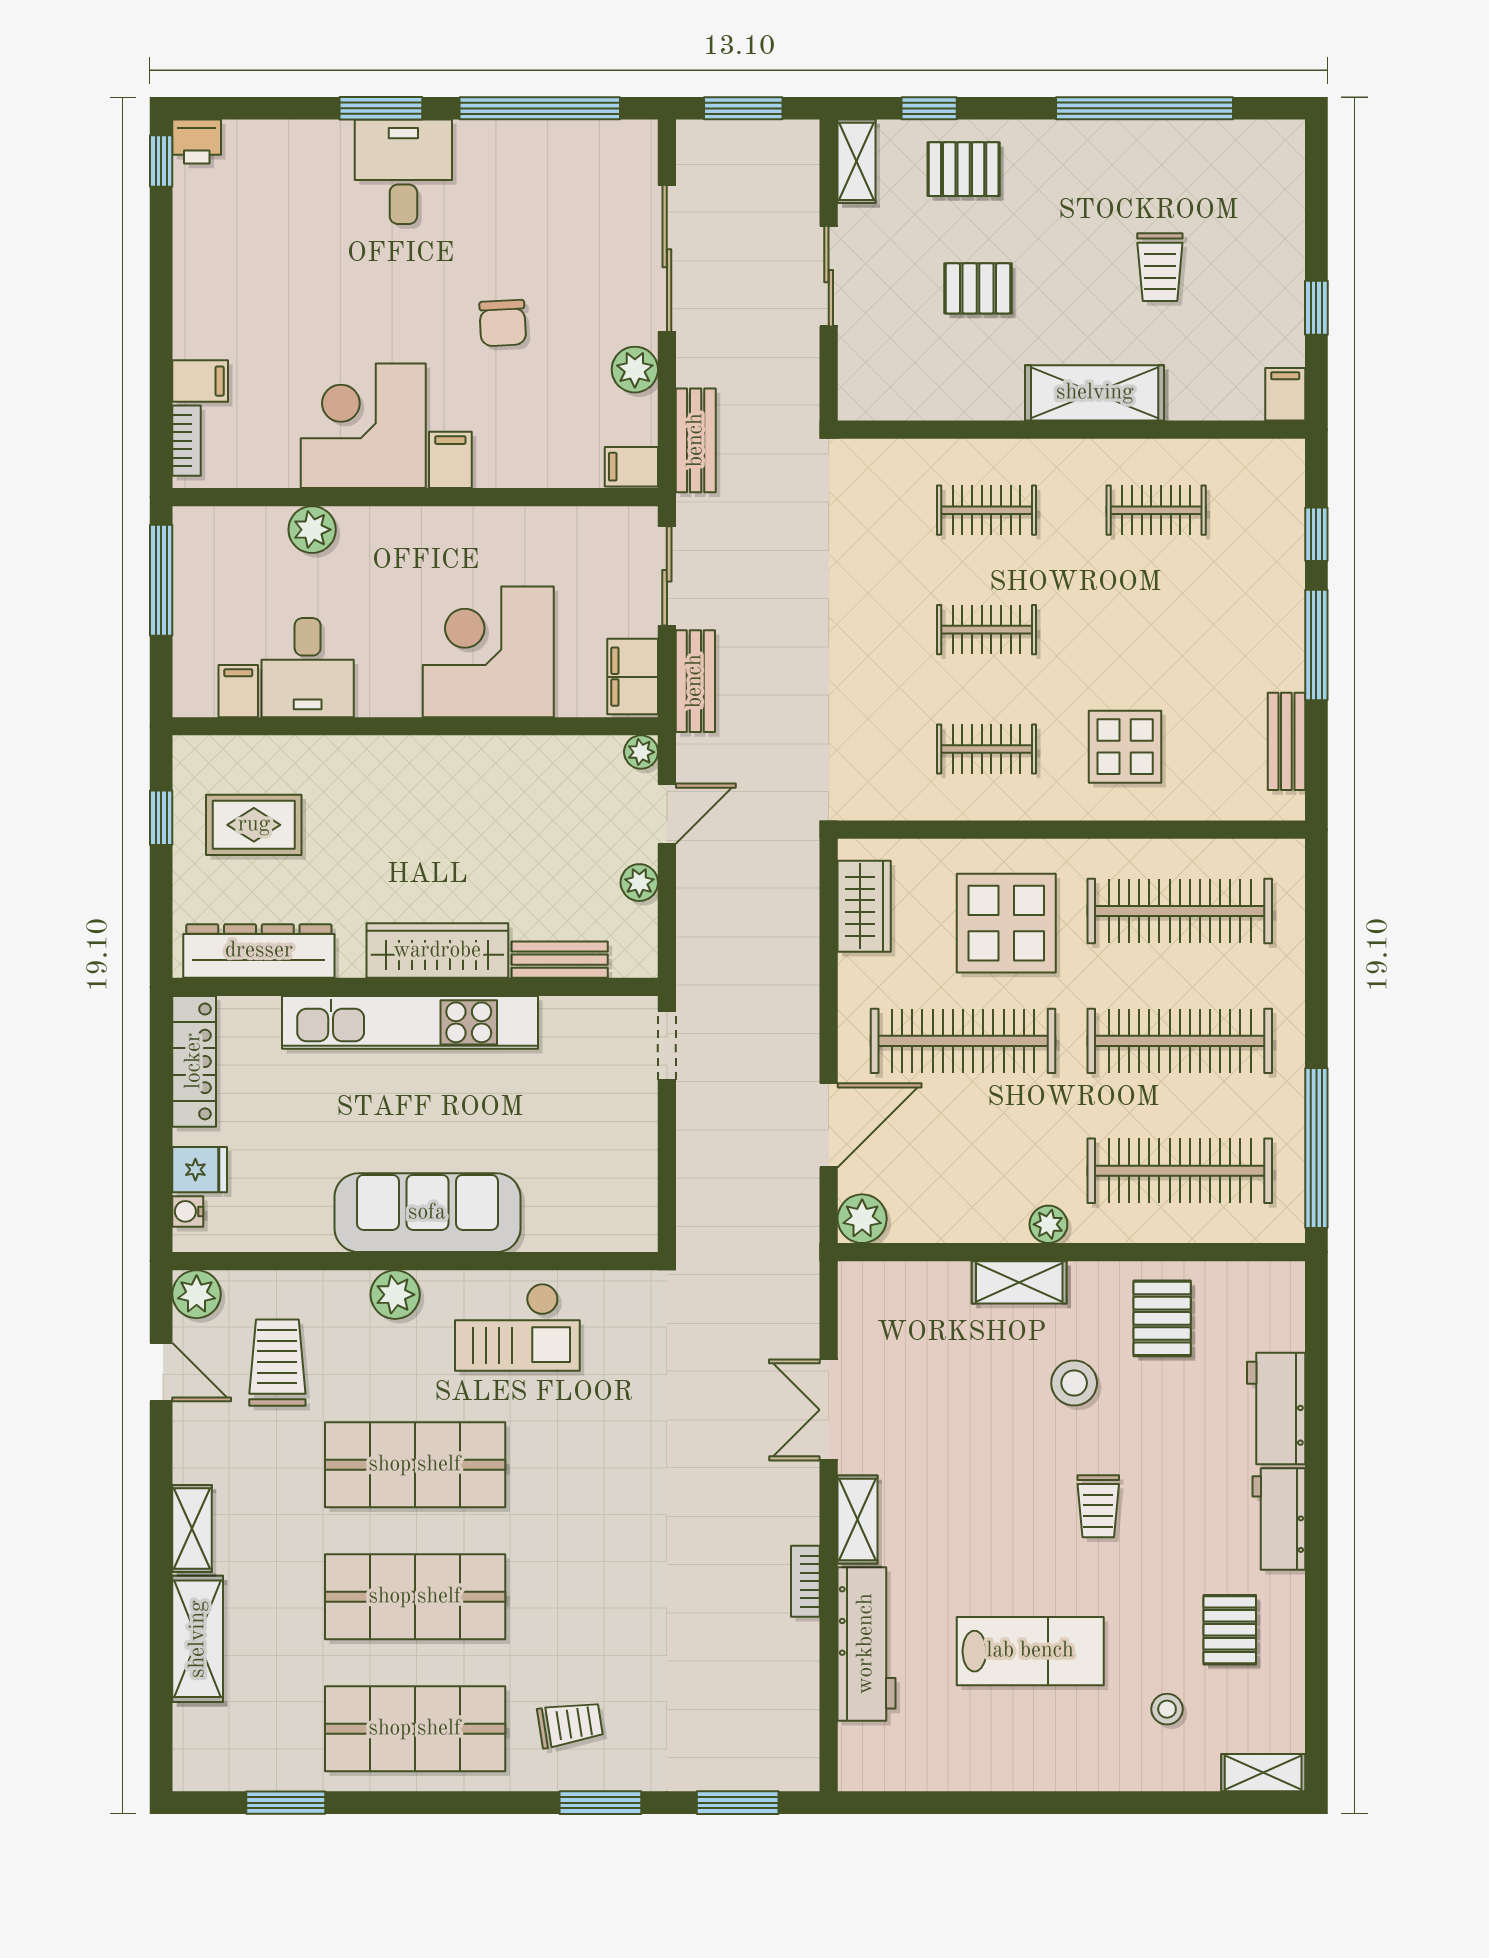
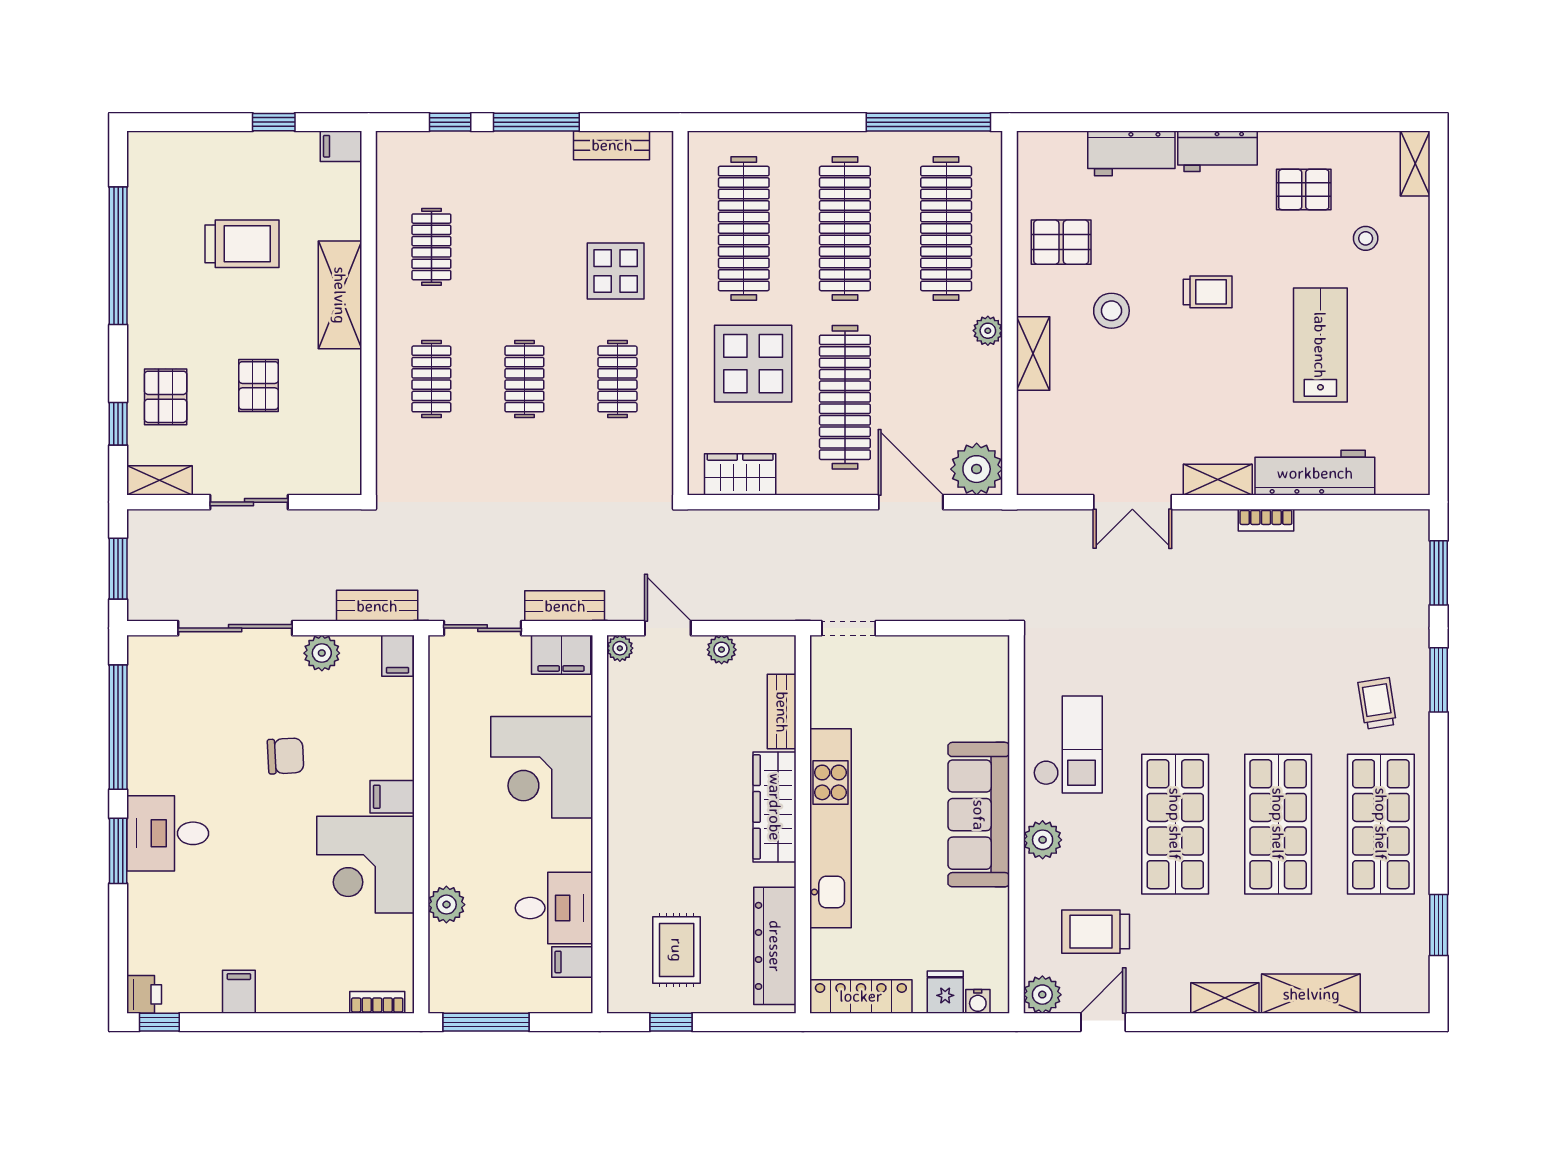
trolley: (1160, 267) -> (242, 244), width x1.36, depth x1.39
filing cabinet: (200, 381) -> (239, 992), moved
plant: (862, 1219) -> (977, 469), width x1.36, depth x1.36

